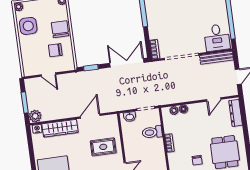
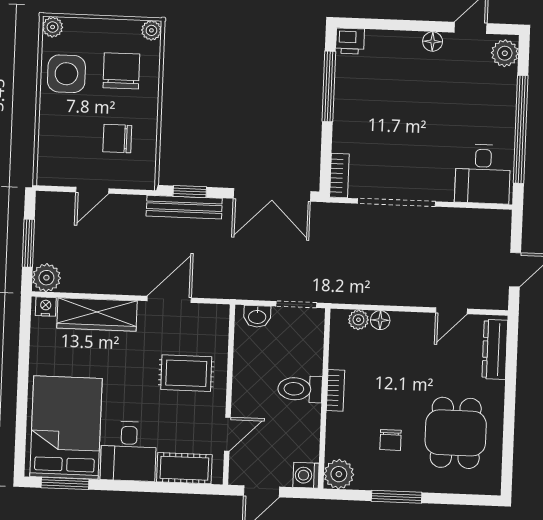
chair: (60, 29) -> (121, 71), moved
bench: (217, 58) -> (184, 207), moved
double door: (127, 63) -> (272, 195), swing flipped
door: (48, 75) -> (92, 190), hinge flipped
toilet: (152, 132) -> (300, 389), moved

